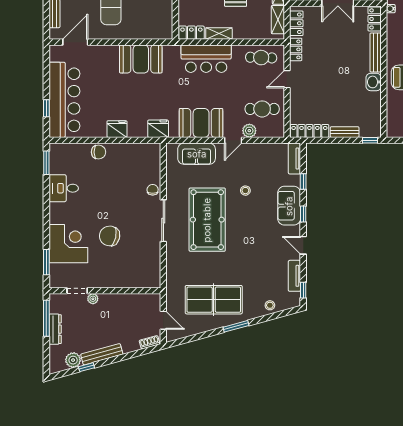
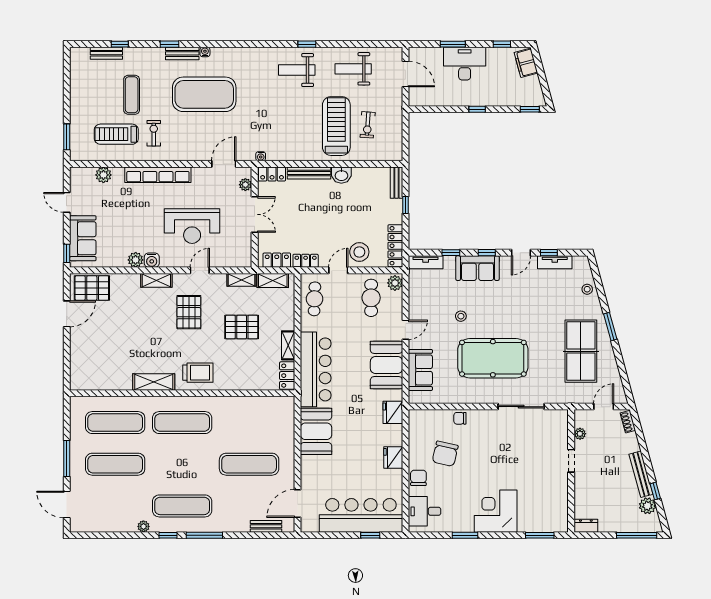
door: (75, 42) -> (297, 504), hinge flipped
bar counter: (206, 59) -> (316, 369), width x1.36
door: (287, 79) -> (338, 270), swing flipped
stool: (304, 98) -> (359, 252), added
plant: (249, 131) -> (395, 283), moved
bench: (345, 132) -> (397, 183), moved
door: (233, 140) -> (405, 330), hinge flipped
window: (370, 140) -> (405, 205), moved
window: (46, 163) -> (465, 535), moved
desk: (64, 188) -> (425, 511), moved, turned 90
sliding door: (163, 221) -> (521, 407), moved
chair: (110, 236) -> (445, 454), moved
corner desk: (68, 244) -> (496, 511), moved
window: (303, 290) -> (549, 253), moved
doorway: (77, 291) -> (571, 461), moved
plant: (93, 299) -> (580, 434), moved
window: (46, 318) -> (637, 535), moved
dresser: (55, 329) -> (586, 526), moved, width x0.70

